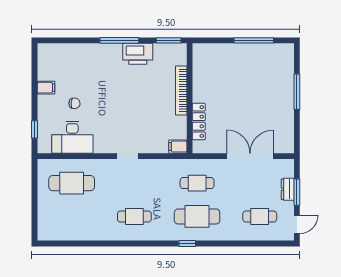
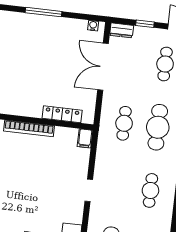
water cooler: (289, 142) -> (93, 26), added
dresser: (288, 189) -> (122, 30), moved
window: (297, 192) -> (145, 24), width x0.67

